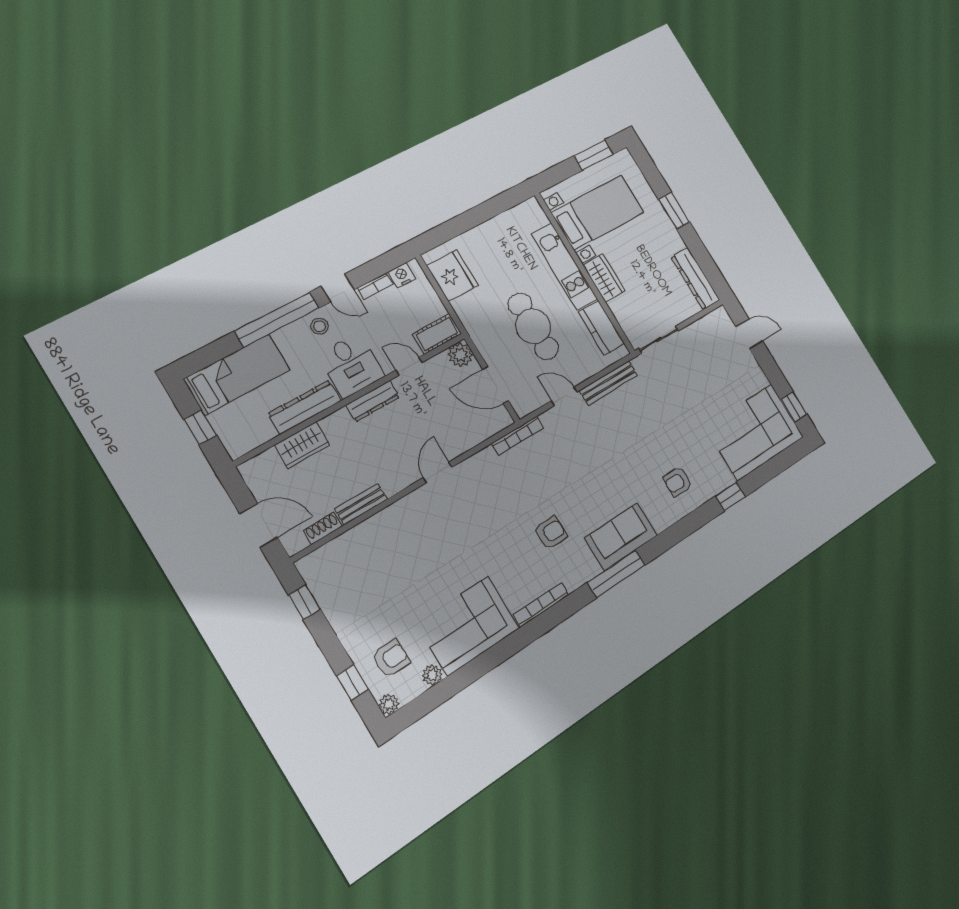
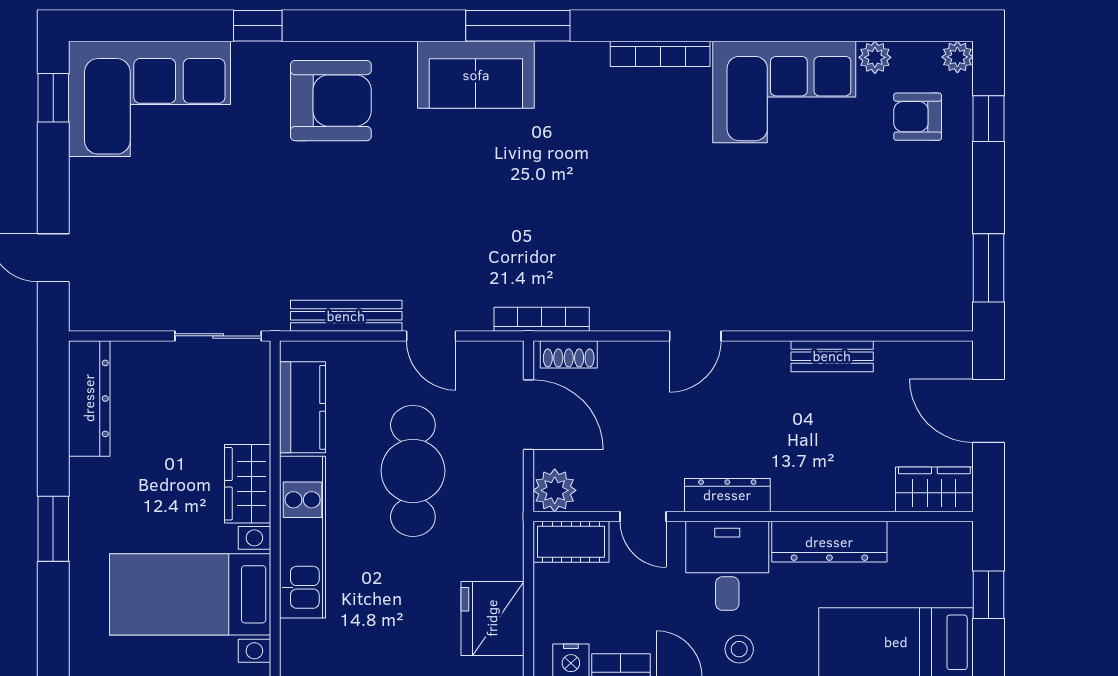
wardrobe: (302, 445) -> (934, 489), moved
armchair: (678, 482) -> (331, 101), width x1.88, depth x1.88
shoe rack: (323, 528) -> (569, 354), moved
armchair: (551, 533) -> (581, 147), removed
window: (304, 602) -> (989, 268), width x1.50

